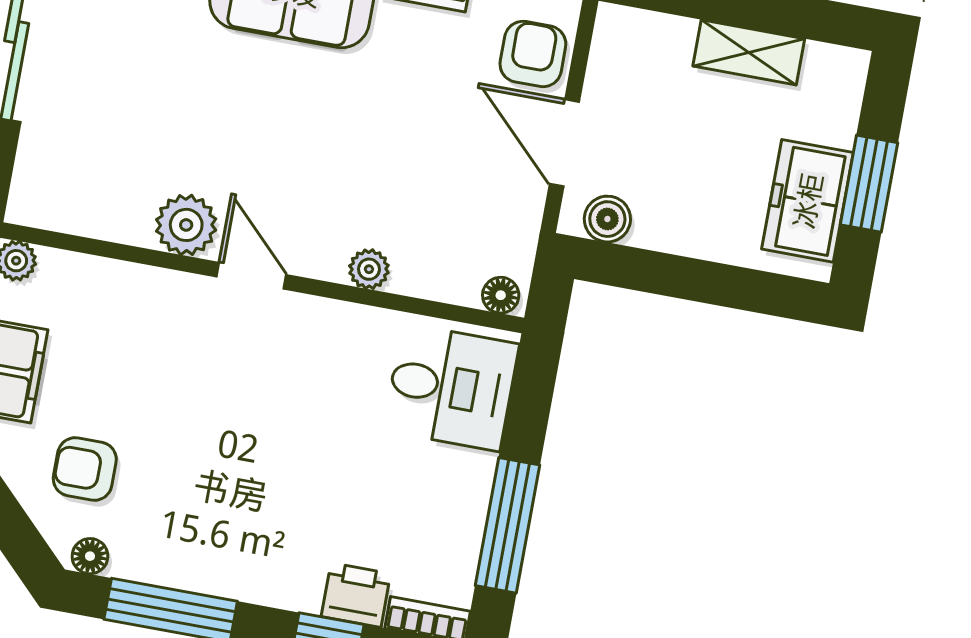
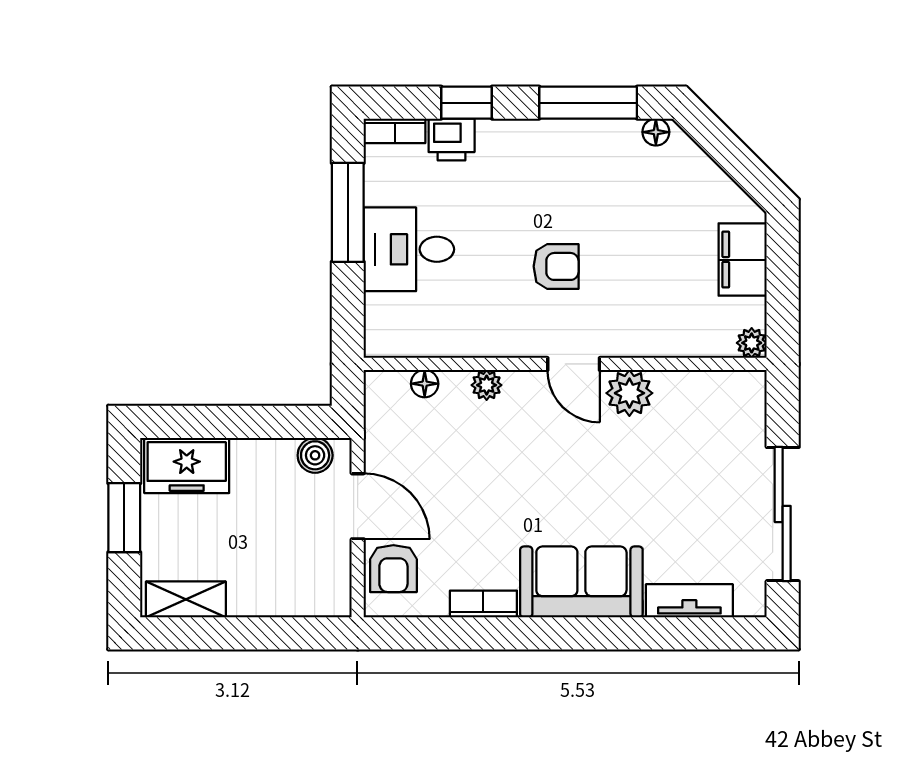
shelving: (749, 52) -> (186, 599), moved
freezer: (808, 201) -> (187, 465), moved, turned 90
floor lamp: (501, 295) -> (425, 384), moved
desk: (451, 387) -> (409, 249), moved
armchair: (85, 469) -> (556, 266), moved

